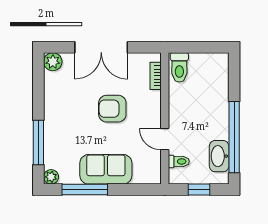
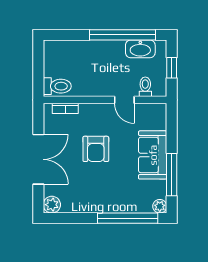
door: (165, 139) -> (124, 100), hinge flipped
window: (38, 143) -> (128, 218), width x1.46

